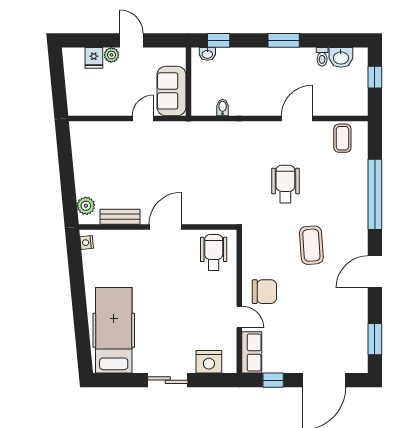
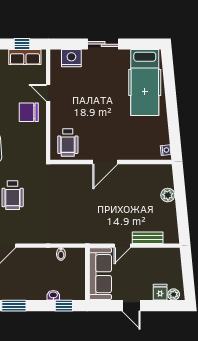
washbasin: (207, 54) -> (53, 295), moved
plant: (111, 55) -> (174, 294), moved
sofa: (171, 91) -> (100, 274), width x1.36
plant: (86, 206) -> (168, 195), moved
bench: (120, 217) -> (148, 238), moved
row of seats: (252, 352) -> (25, 57), moved, turned -90

